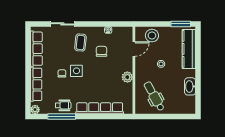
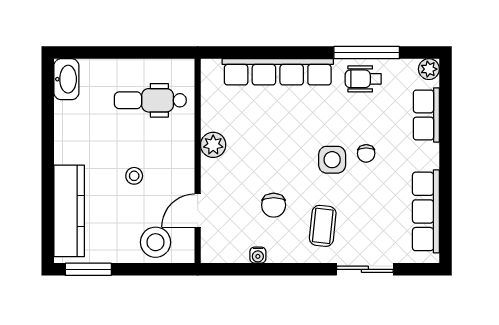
row of seats: (36, 84) -> (426, 115), width x0.68
washbasin: (190, 86) -> (66, 79), moved
dental chair: (154, 96) -> (150, 100), turned 119

